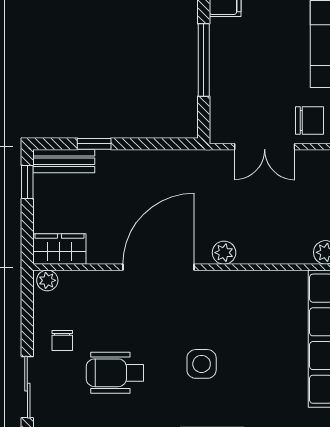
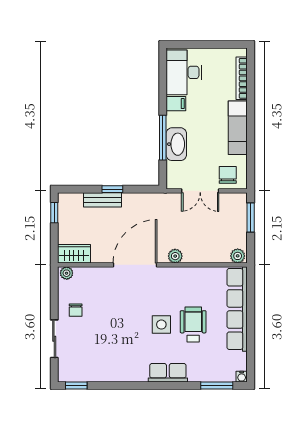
washbasin: (226, 71) -> (176, 144), added
chair: (309, 121) -> (228, 175), turned -90
window: (94, 144) -> (112, 189), moved
bench: (64, 161) -> (102, 200), moved
wheelchair: (115, 373) -> (193, 325), moved, turned 90

